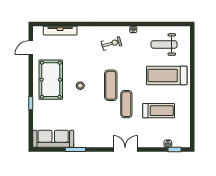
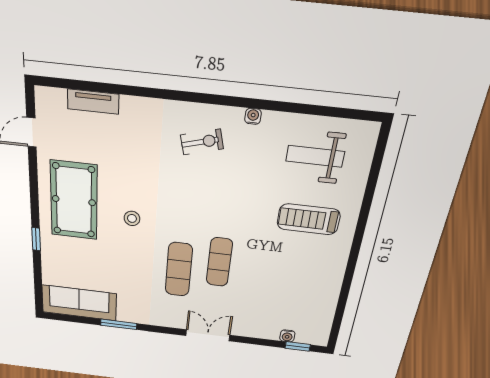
tv unit: (60, 31) -> (93, 102), width x0.71
treadmill: (167, 75) -> (309, 219), width x0.73, depth x0.73
exercise mat: (111, 85) -> (179, 270), moved
treadmill: (159, 111) -> (280, 281), removed

